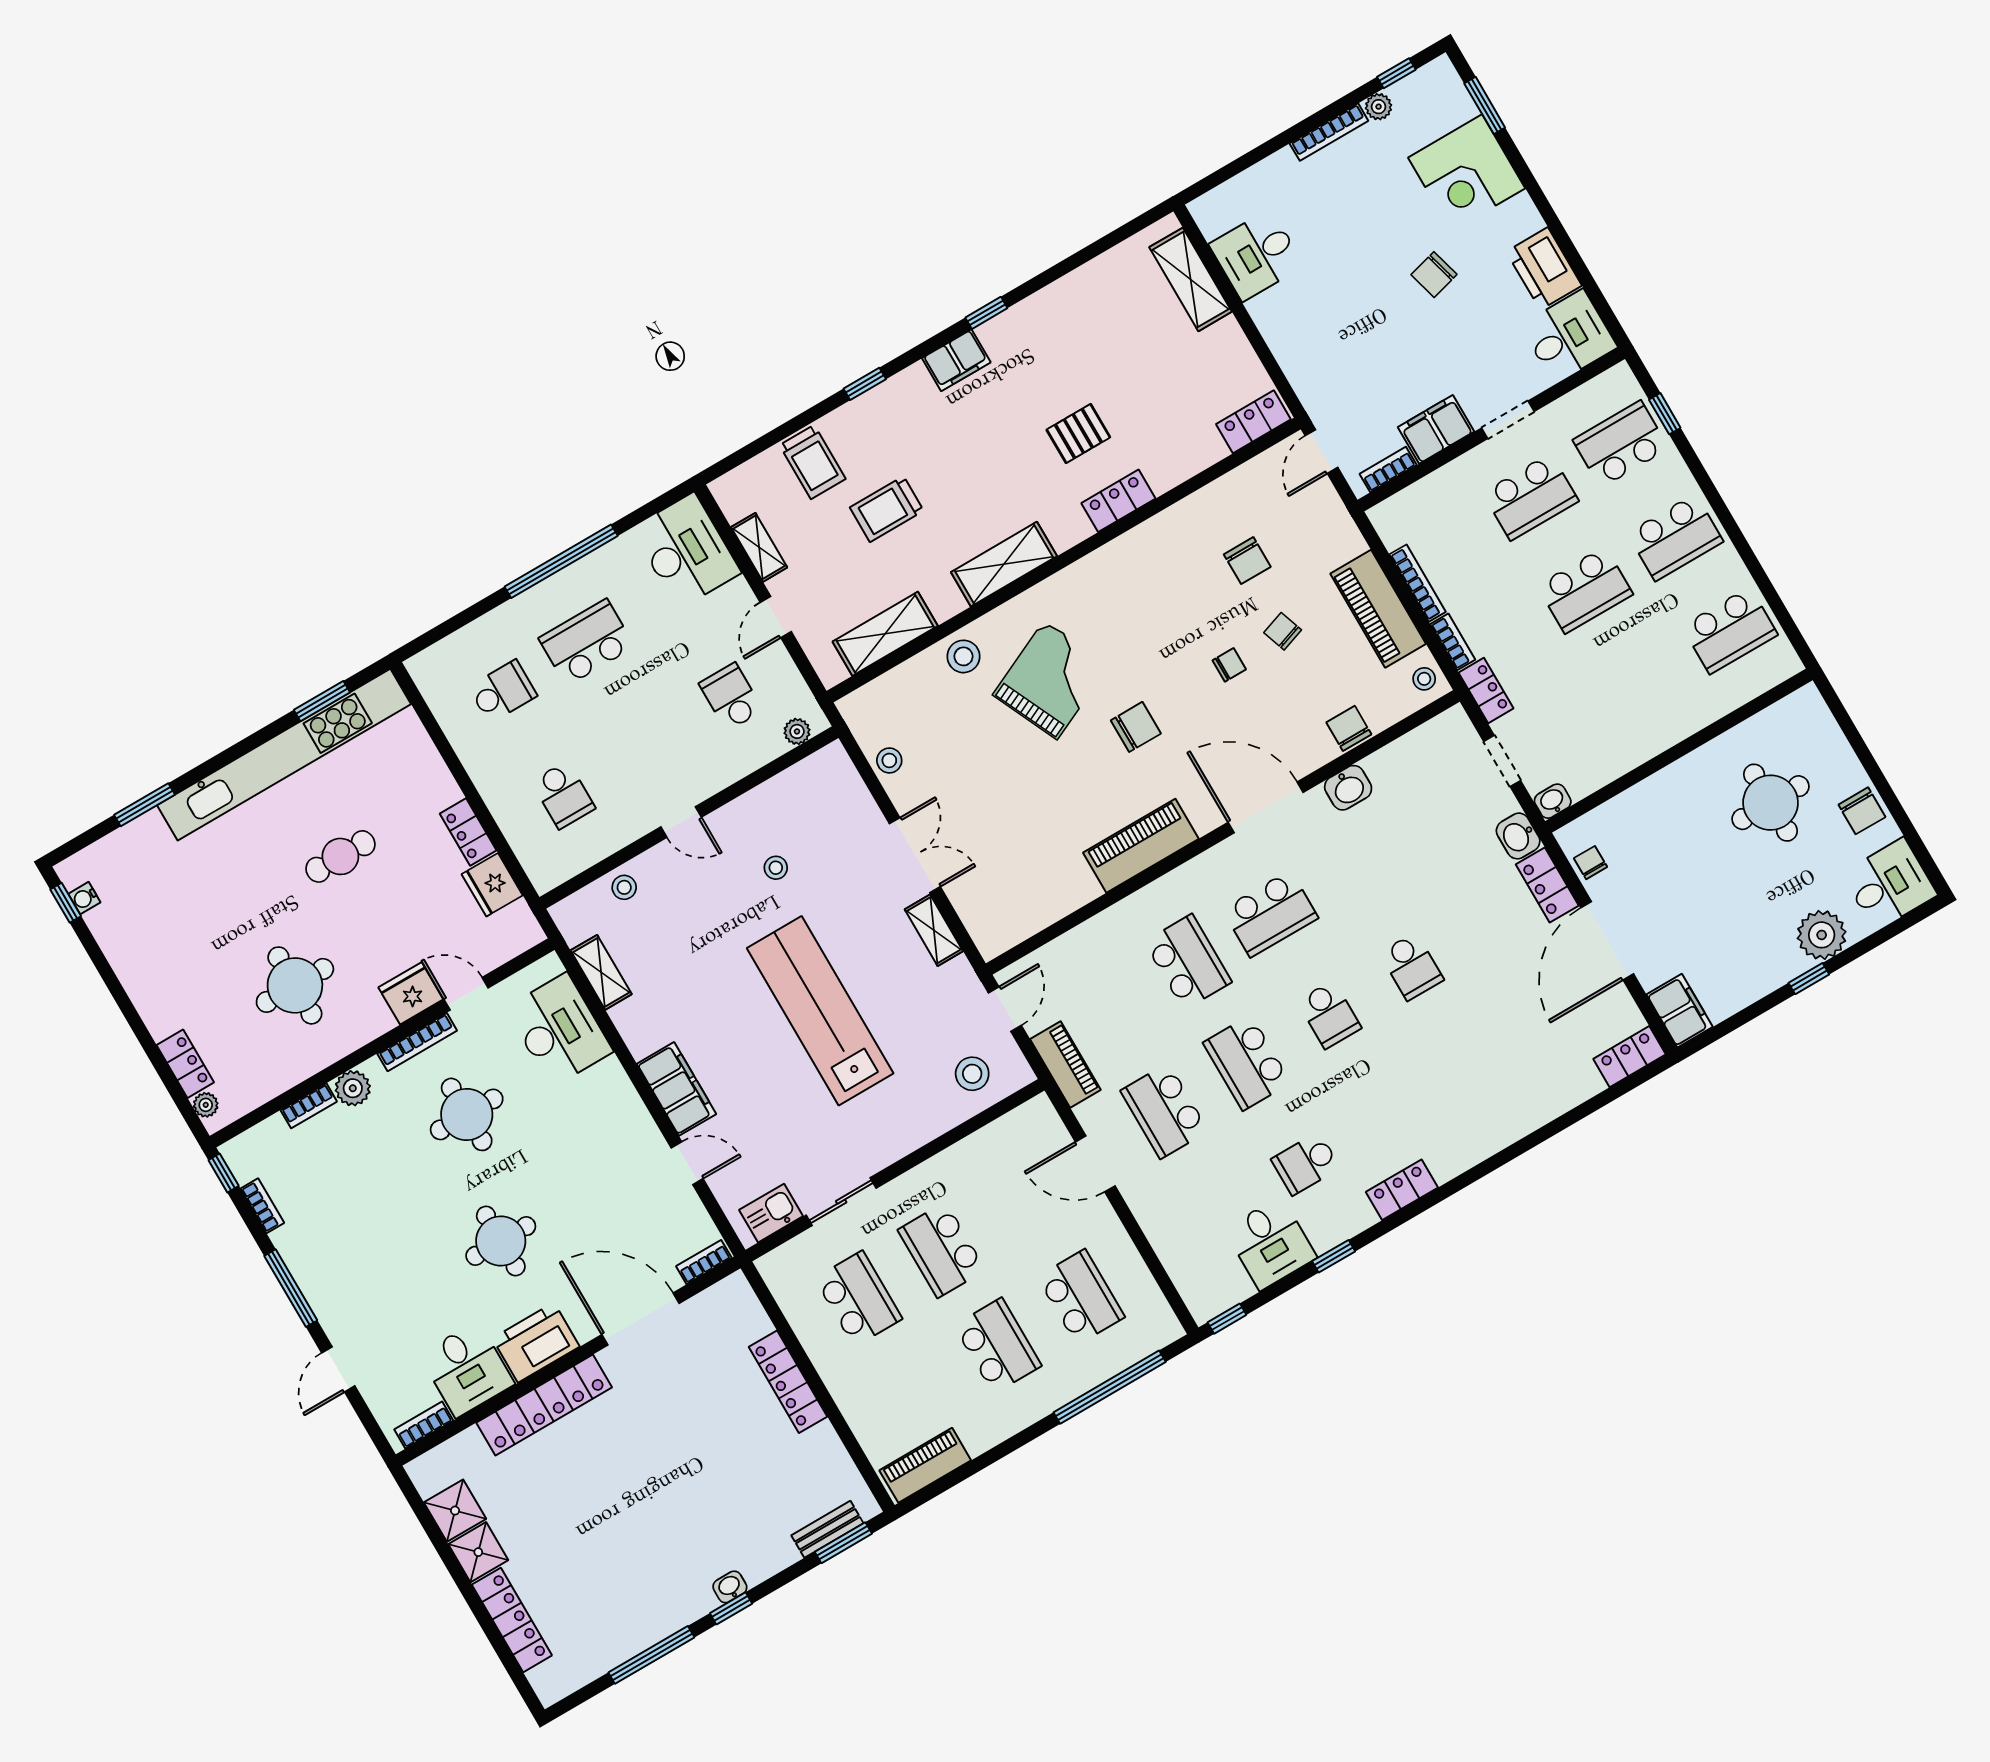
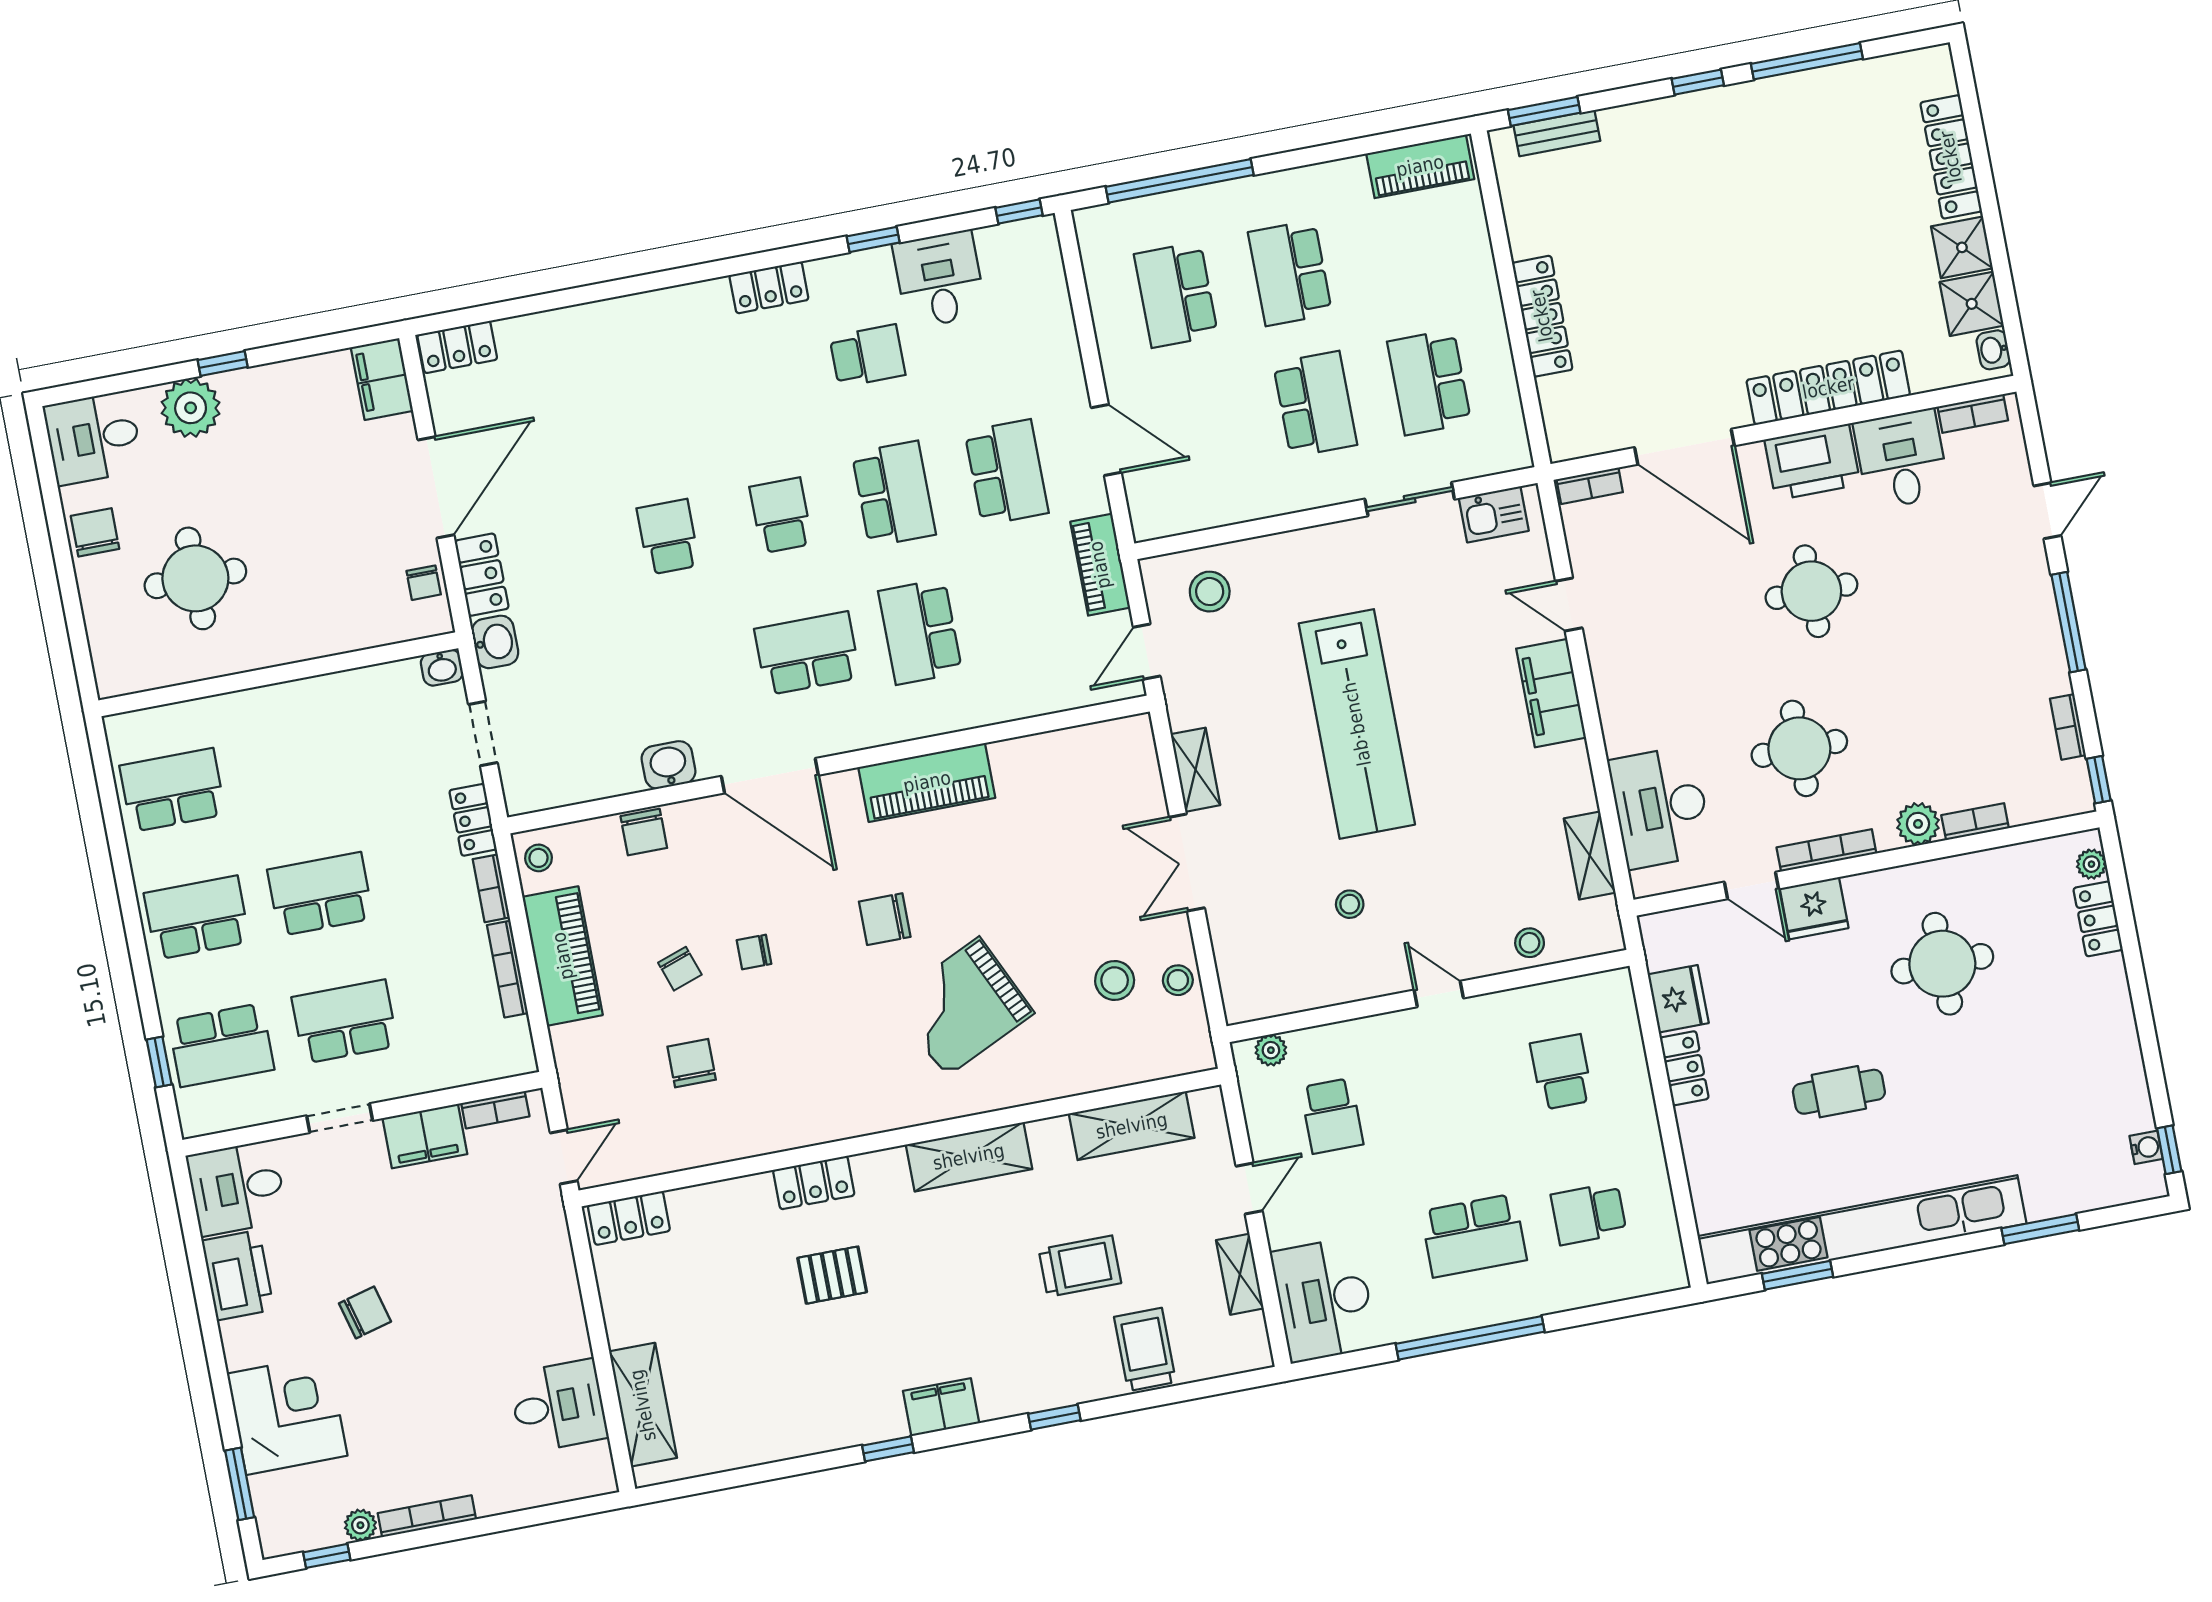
stool: (963, 656) -> (1115, 980), moved
washbasin: (730, 1587) -> (1993, 350), moved, turned 90

